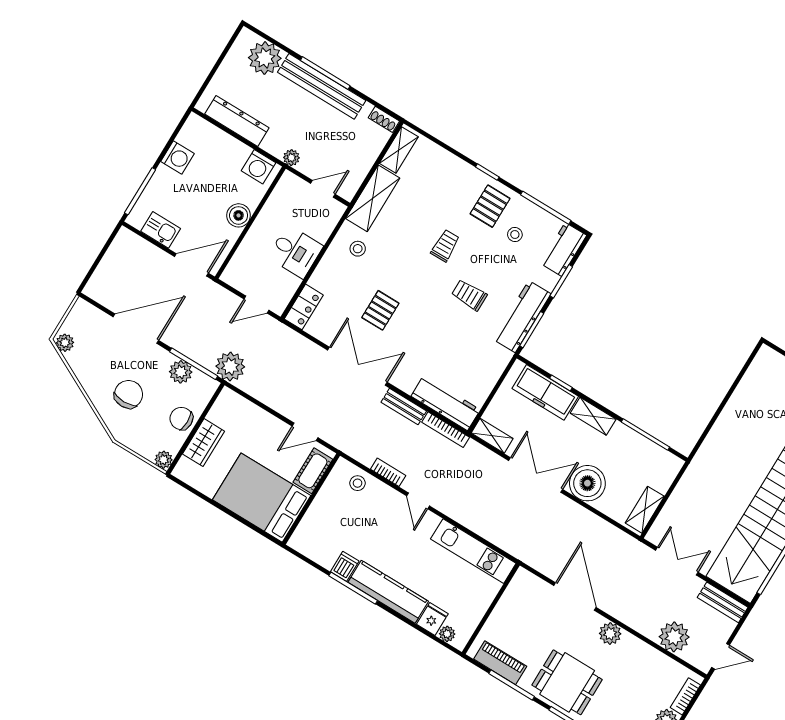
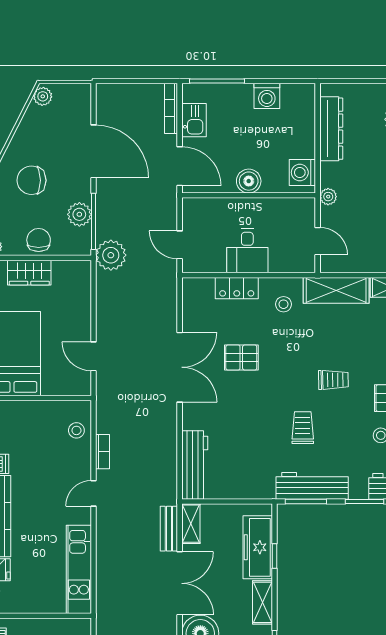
locker: (304, 307) -> (237, 288), moved
chair: (129, 394) -> (31, 180), turned 180
bench: (404, 407) -> (169, 529), moved
bookcase: (446, 430) -> (171, 108), moved
cot: (313, 471) -> (63, 384), removed

